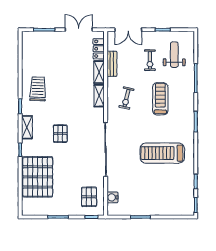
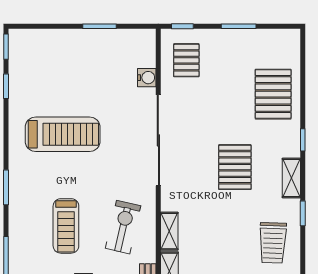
exercise bike: (126, 98) -> (123, 227), width x1.38, depth x1.39
pallet: (60, 134) -> (235, 167), width x1.50, depth x1.42
pallet: (38, 177) -> (273, 94), width x0.73, depth x0.71
water cooler: (112, 197) -> (147, 78), moved

